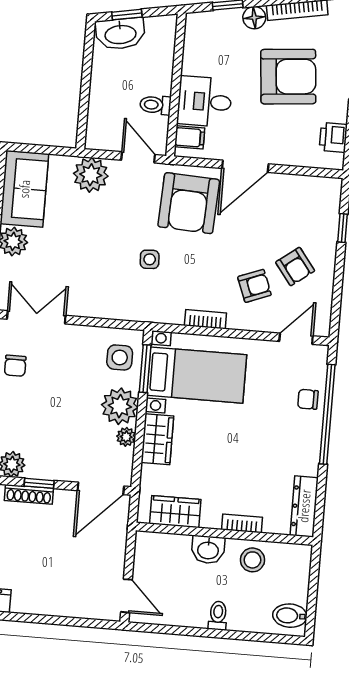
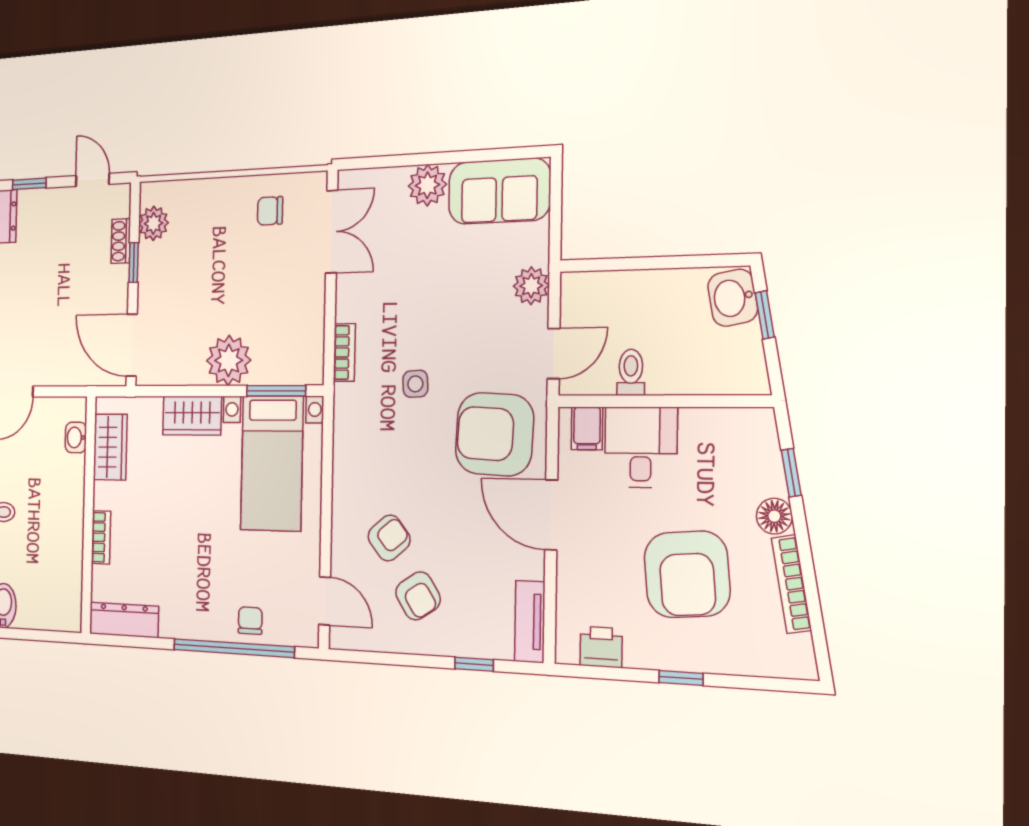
washbasin: (120, 34) -> (733, 298), width x0.72
plant: (91, 175) -> (531, 286), width x0.73, depth x0.73
tv unit: (315, 186) -> (530, 622), added
armchair: (295, 267) -> (418, 596), turned -86
armchair: (254, 286) -> (389, 538), turned -108
bookcase: (205, 319) -> (344, 352), moved
side table: (120, 357) -> (288, 354), removed
plant: (126, 437) -> (193, 373), removed
shoe rack: (29, 494) -> (121, 241), width x0.70
washbasin: (208, 550) -> (76, 437), moved, width x0.72, depth x0.69
stool: (252, 560) -> (61, 554), removed

